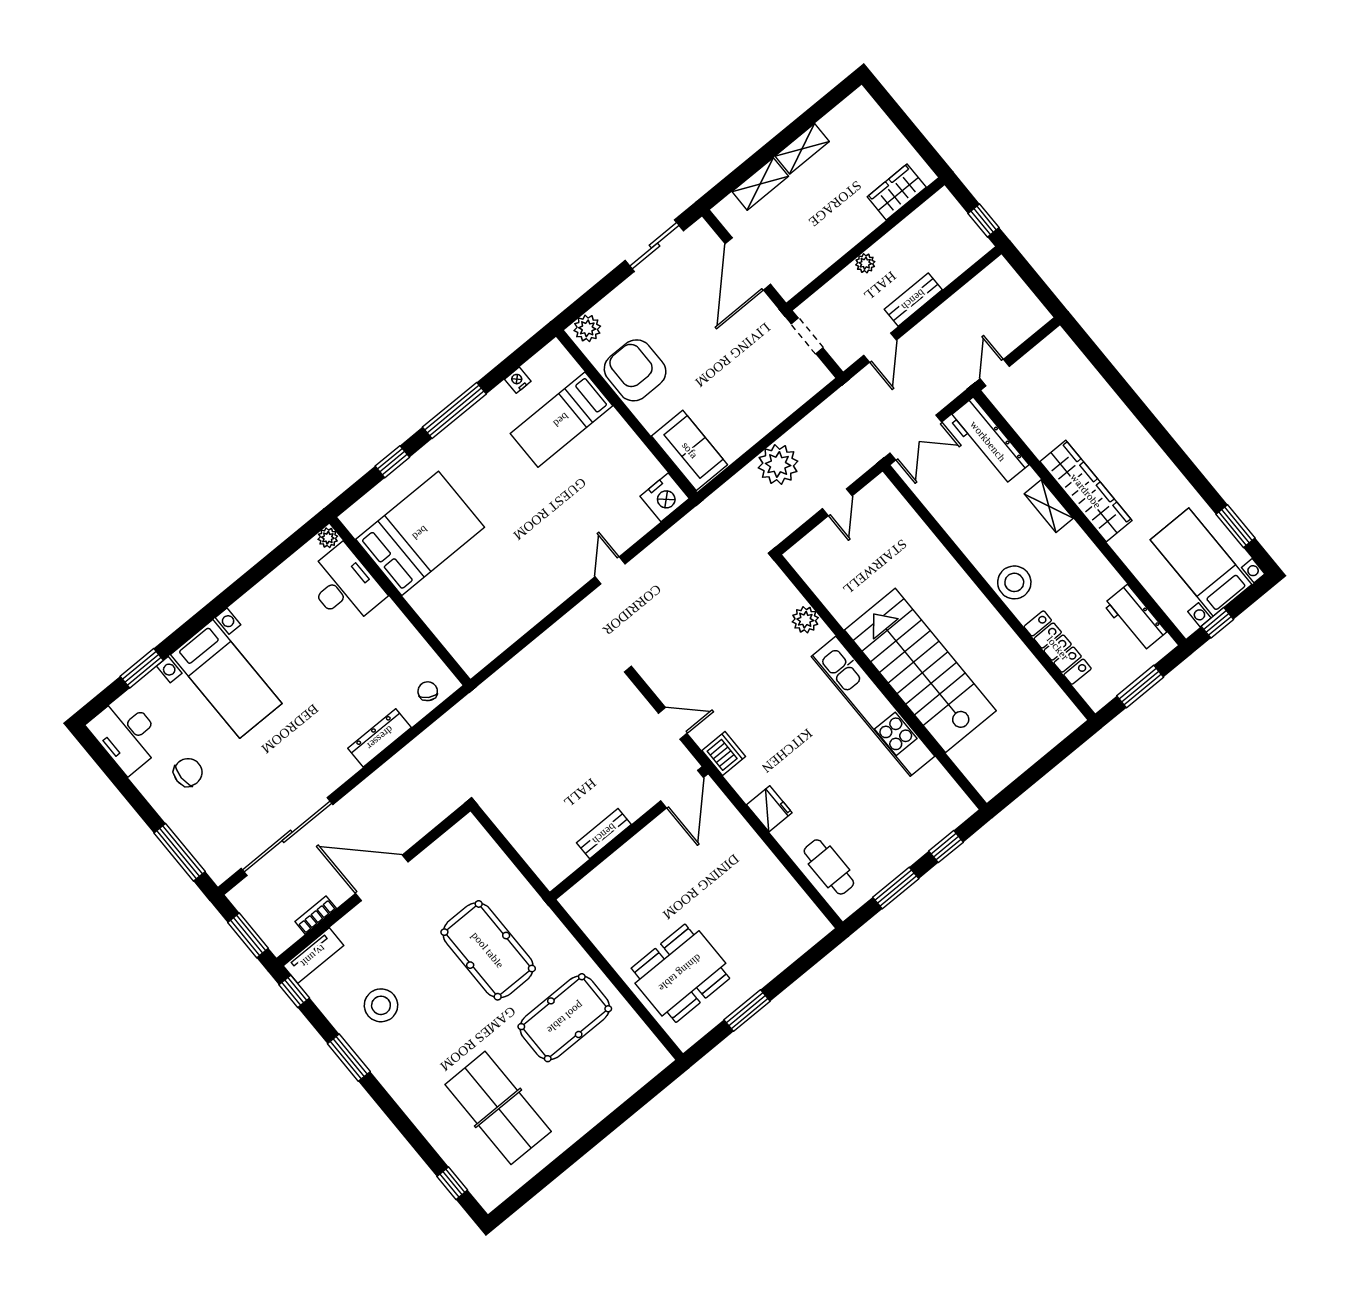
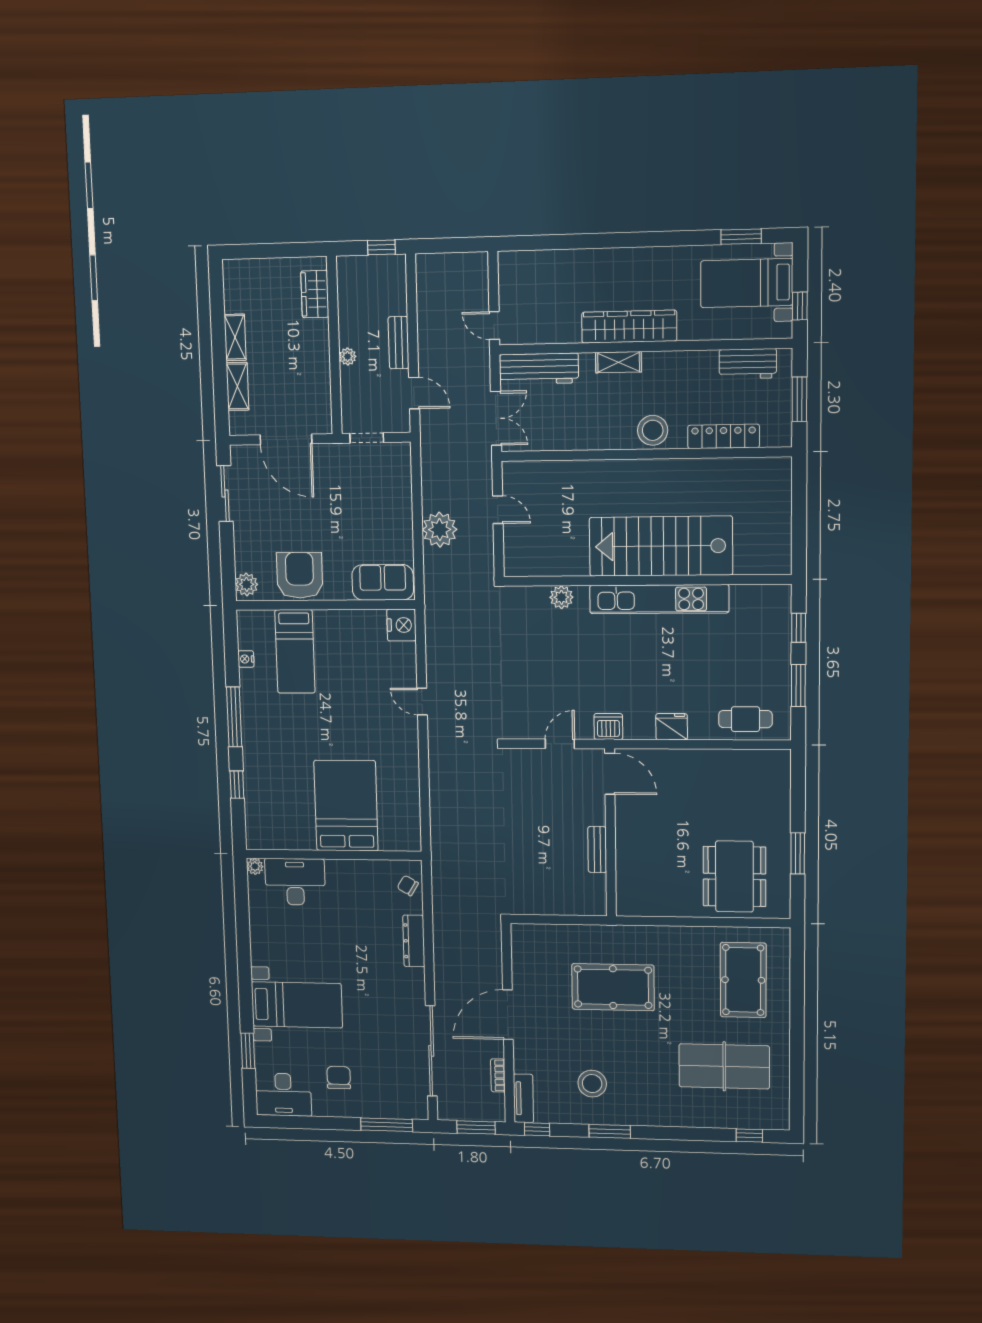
armchair: (635, 370) -> (300, 575), turned 90
bed: (420, 533) -> (346, 806), moved
pool table: (565, 1018) -> (743, 980), moved

